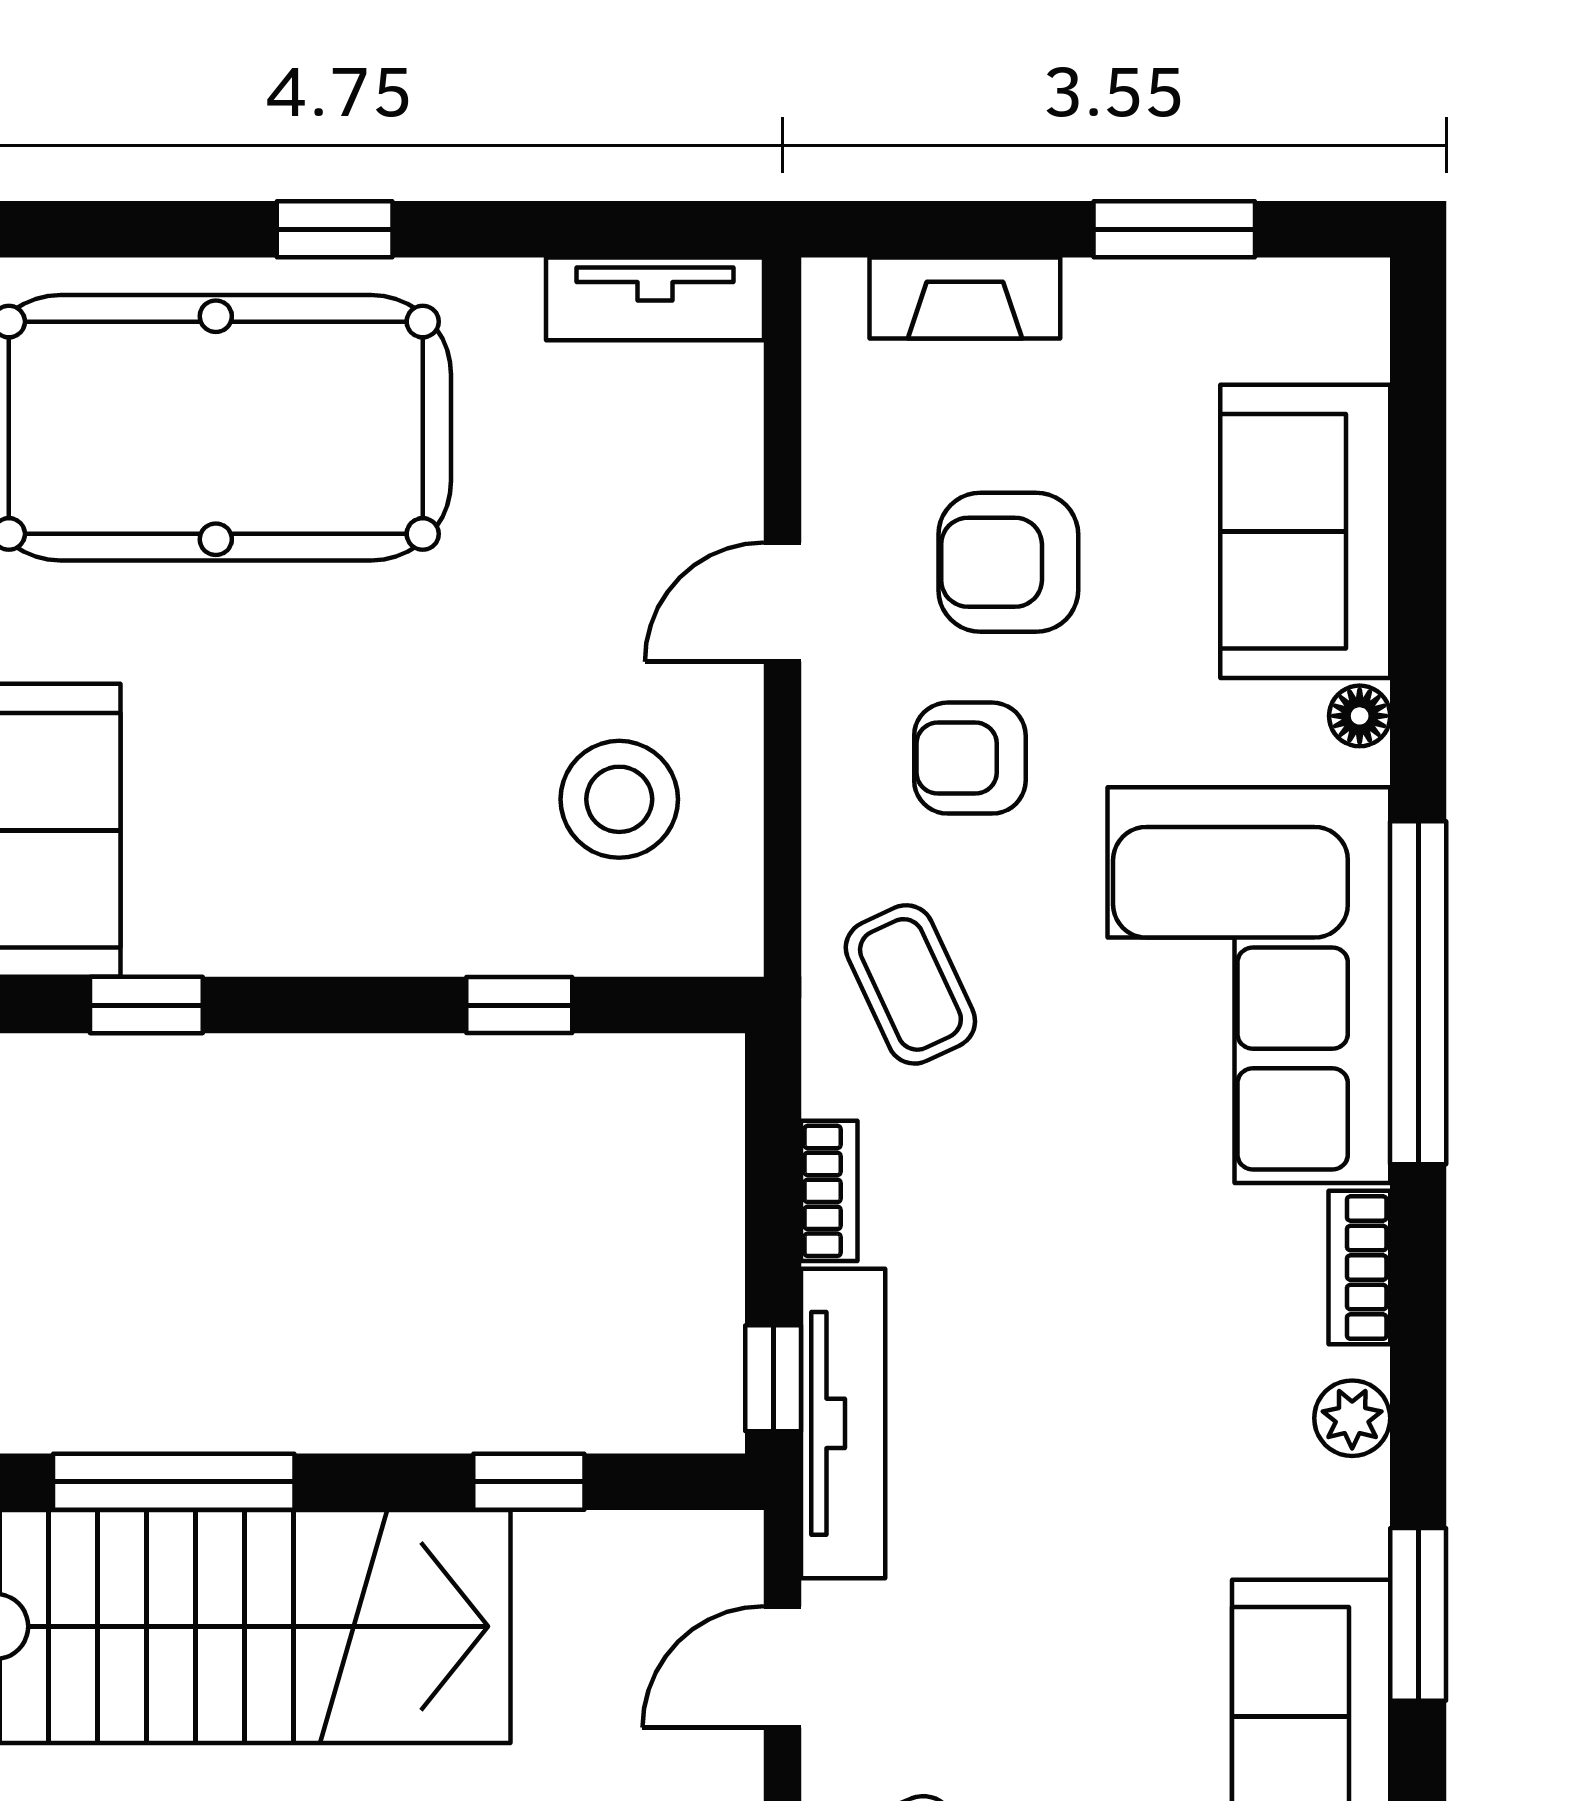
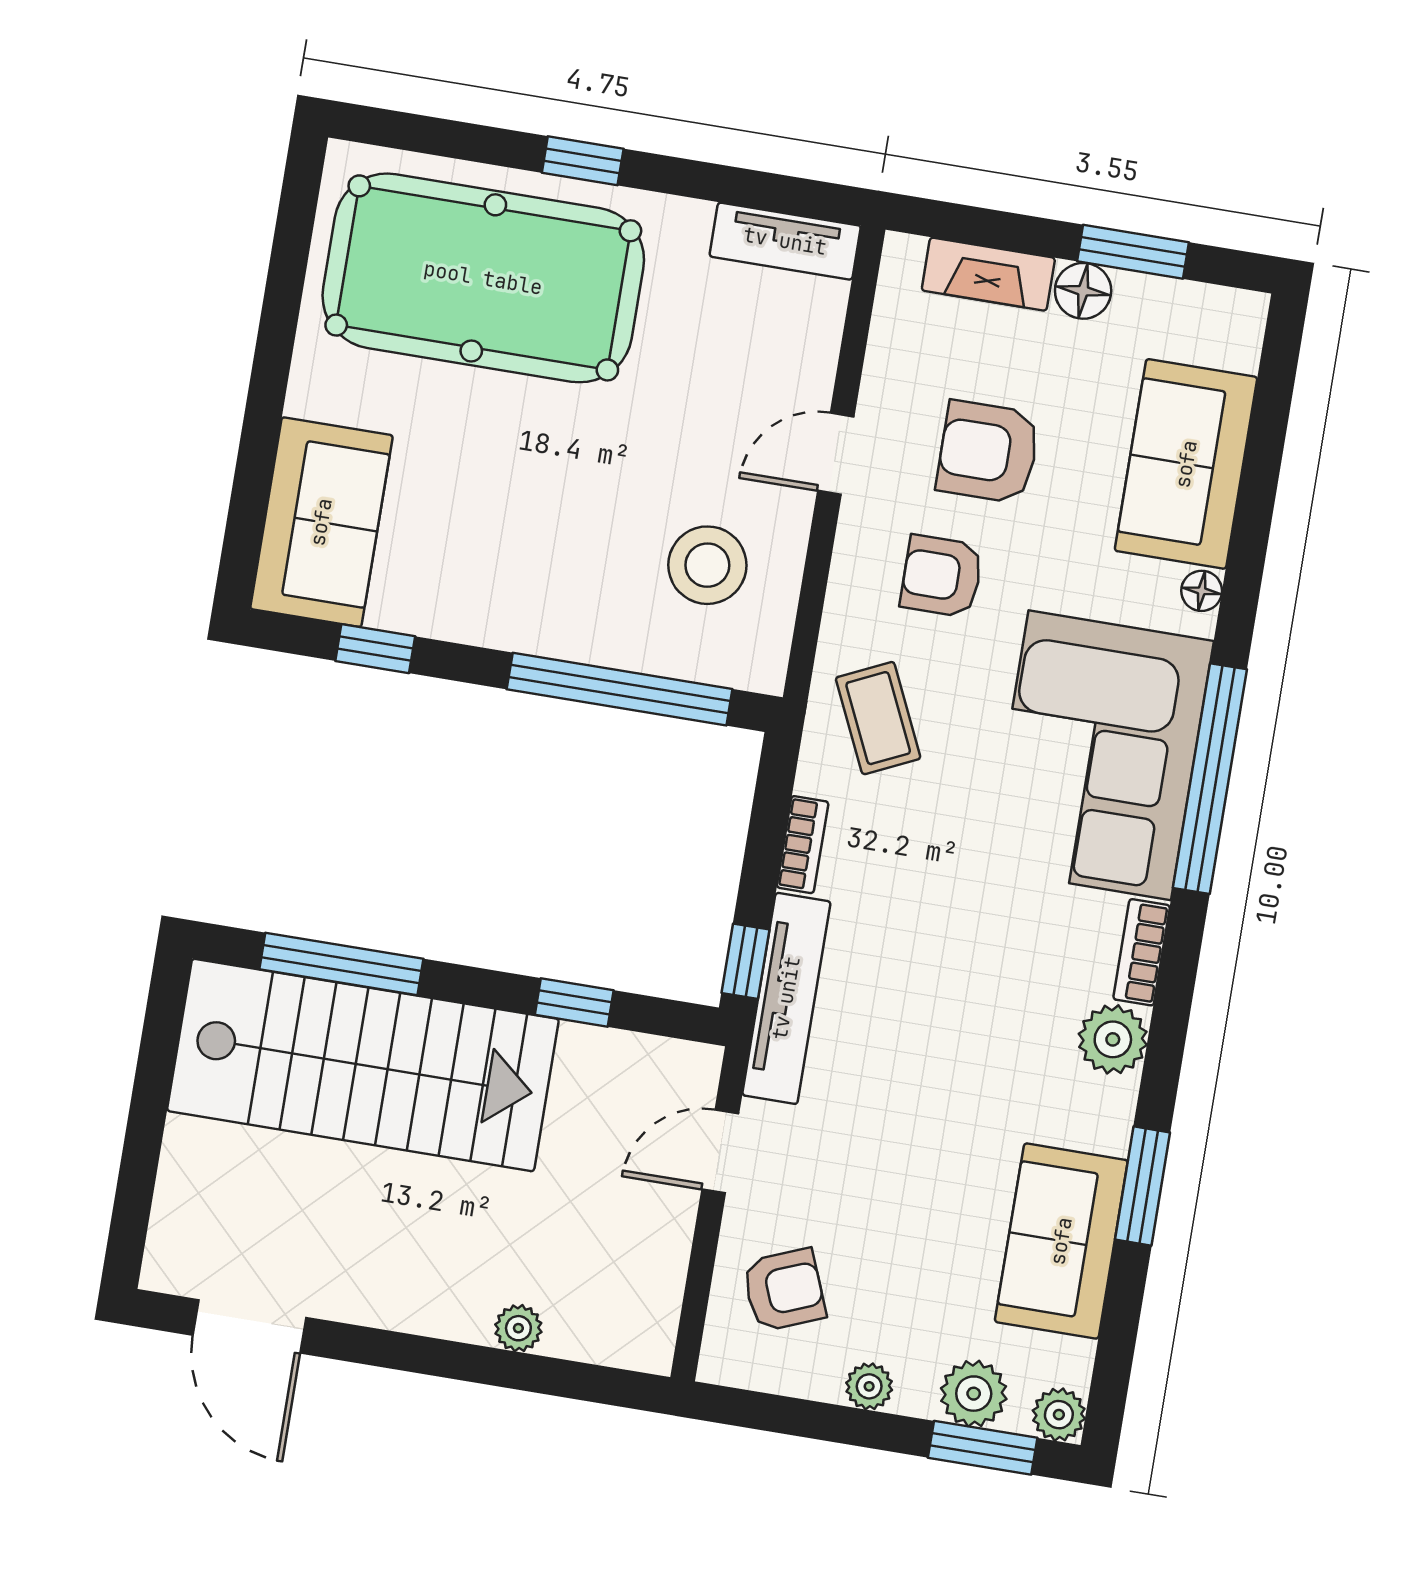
floor lamp: (1110, 299) -> (1083, 291), added
window: (519, 1005) -> (620, 689), width x3.17
plant: (1352, 1418) -> (1113, 1039), width x1.38, depth x1.38

